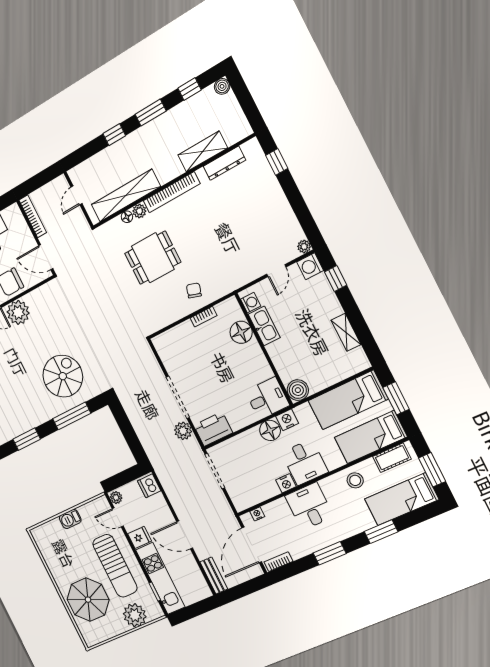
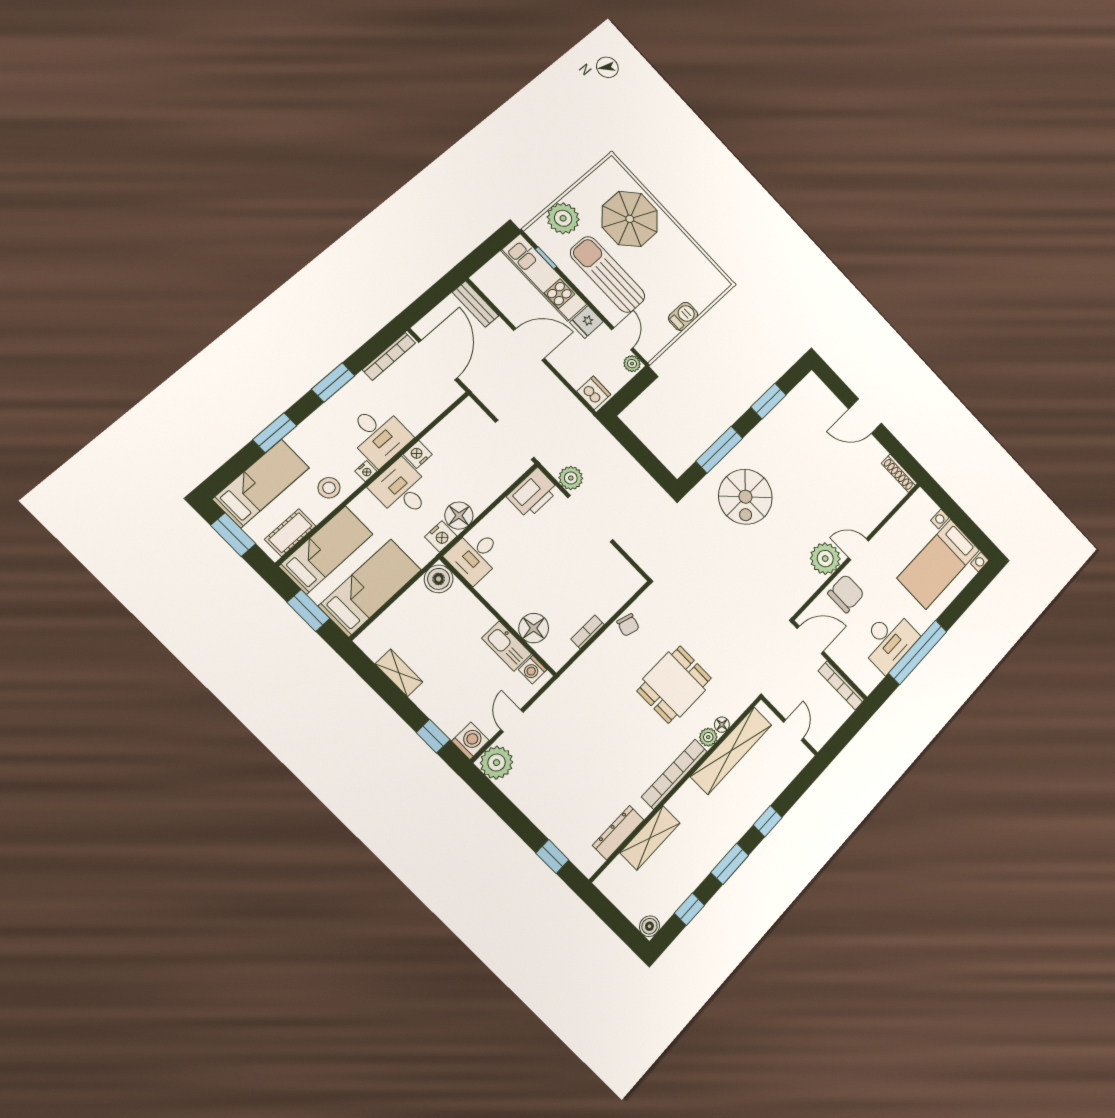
plant: (304, 247) -> (497, 763), width x1.88, depth x1.88
chair: (194, 290) -> (628, 625), moved
nightstand: (257, 514) -> (366, 471), moved
door: (118, 517) -> (622, 339), hinge flipped
bookcase: (278, 562) -> (389, 356), width x1.56

